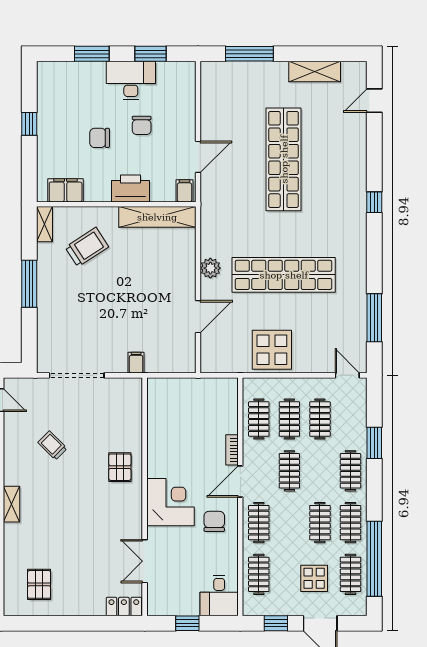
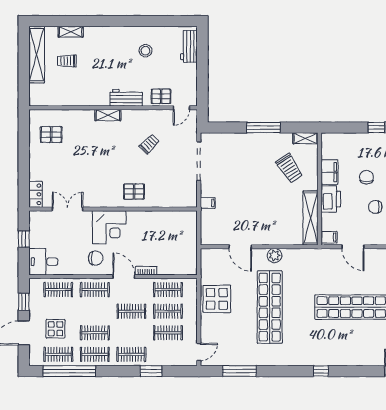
filing cabinet: (66, 190) -> (329, 172), moved

